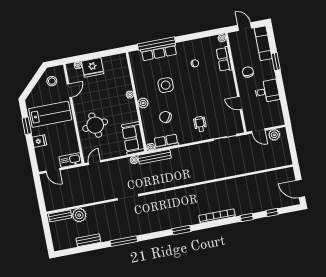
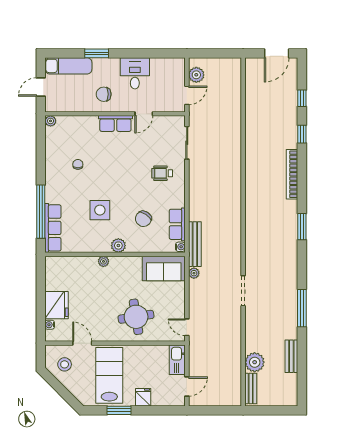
row of seats: (159, 52) -> (53, 228), moved
row of seats: (224, 59) -> (115, 123), moved

